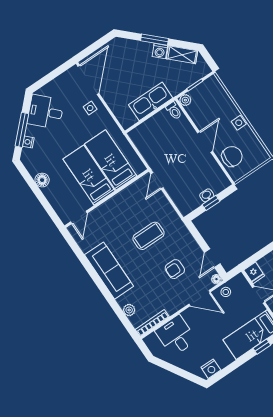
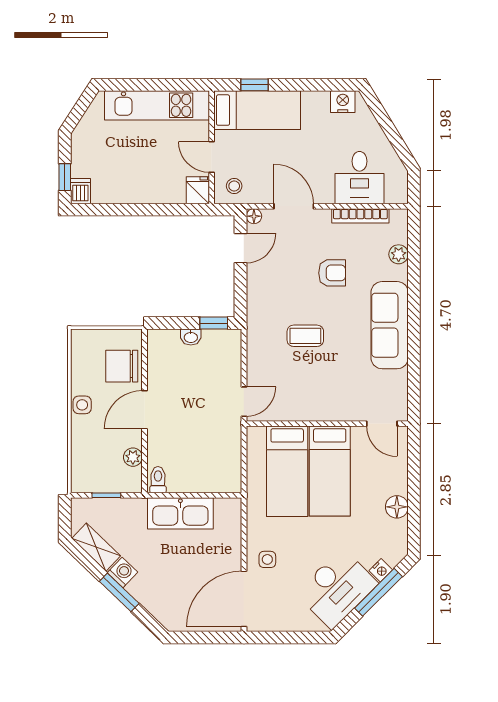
plant: (185, 100) -> (133, 457), moved
desk: (45, 112) -> (337, 588), width x1.37
window: (211, 203) -> (214, 323), moved
door: (79, 217) -> (382, 424), swing flipped
coffee table: (148, 236) -> (305, 336), width x0.73, depth x0.77
armchair: (175, 269) -> (332, 273), moved
stool: (226, 292) -> (234, 186), moved
bookcase: (152, 323) -> (360, 216), moved

